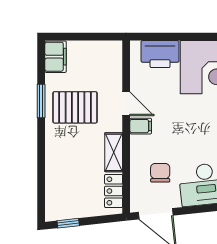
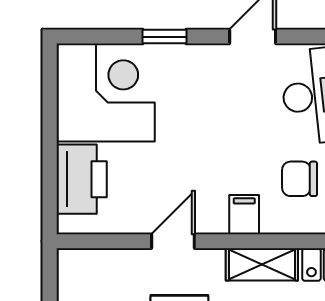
filing cabinet: (141, 126) -> (244, 215), moved

